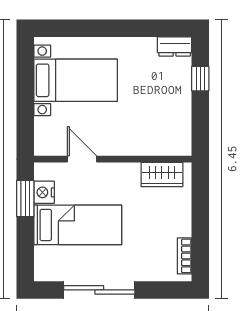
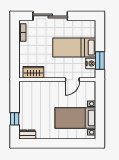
door: (82, 159) -> (72, 80), hinge flipped
sliding door: (99, 290) -> (50, 16), moved

